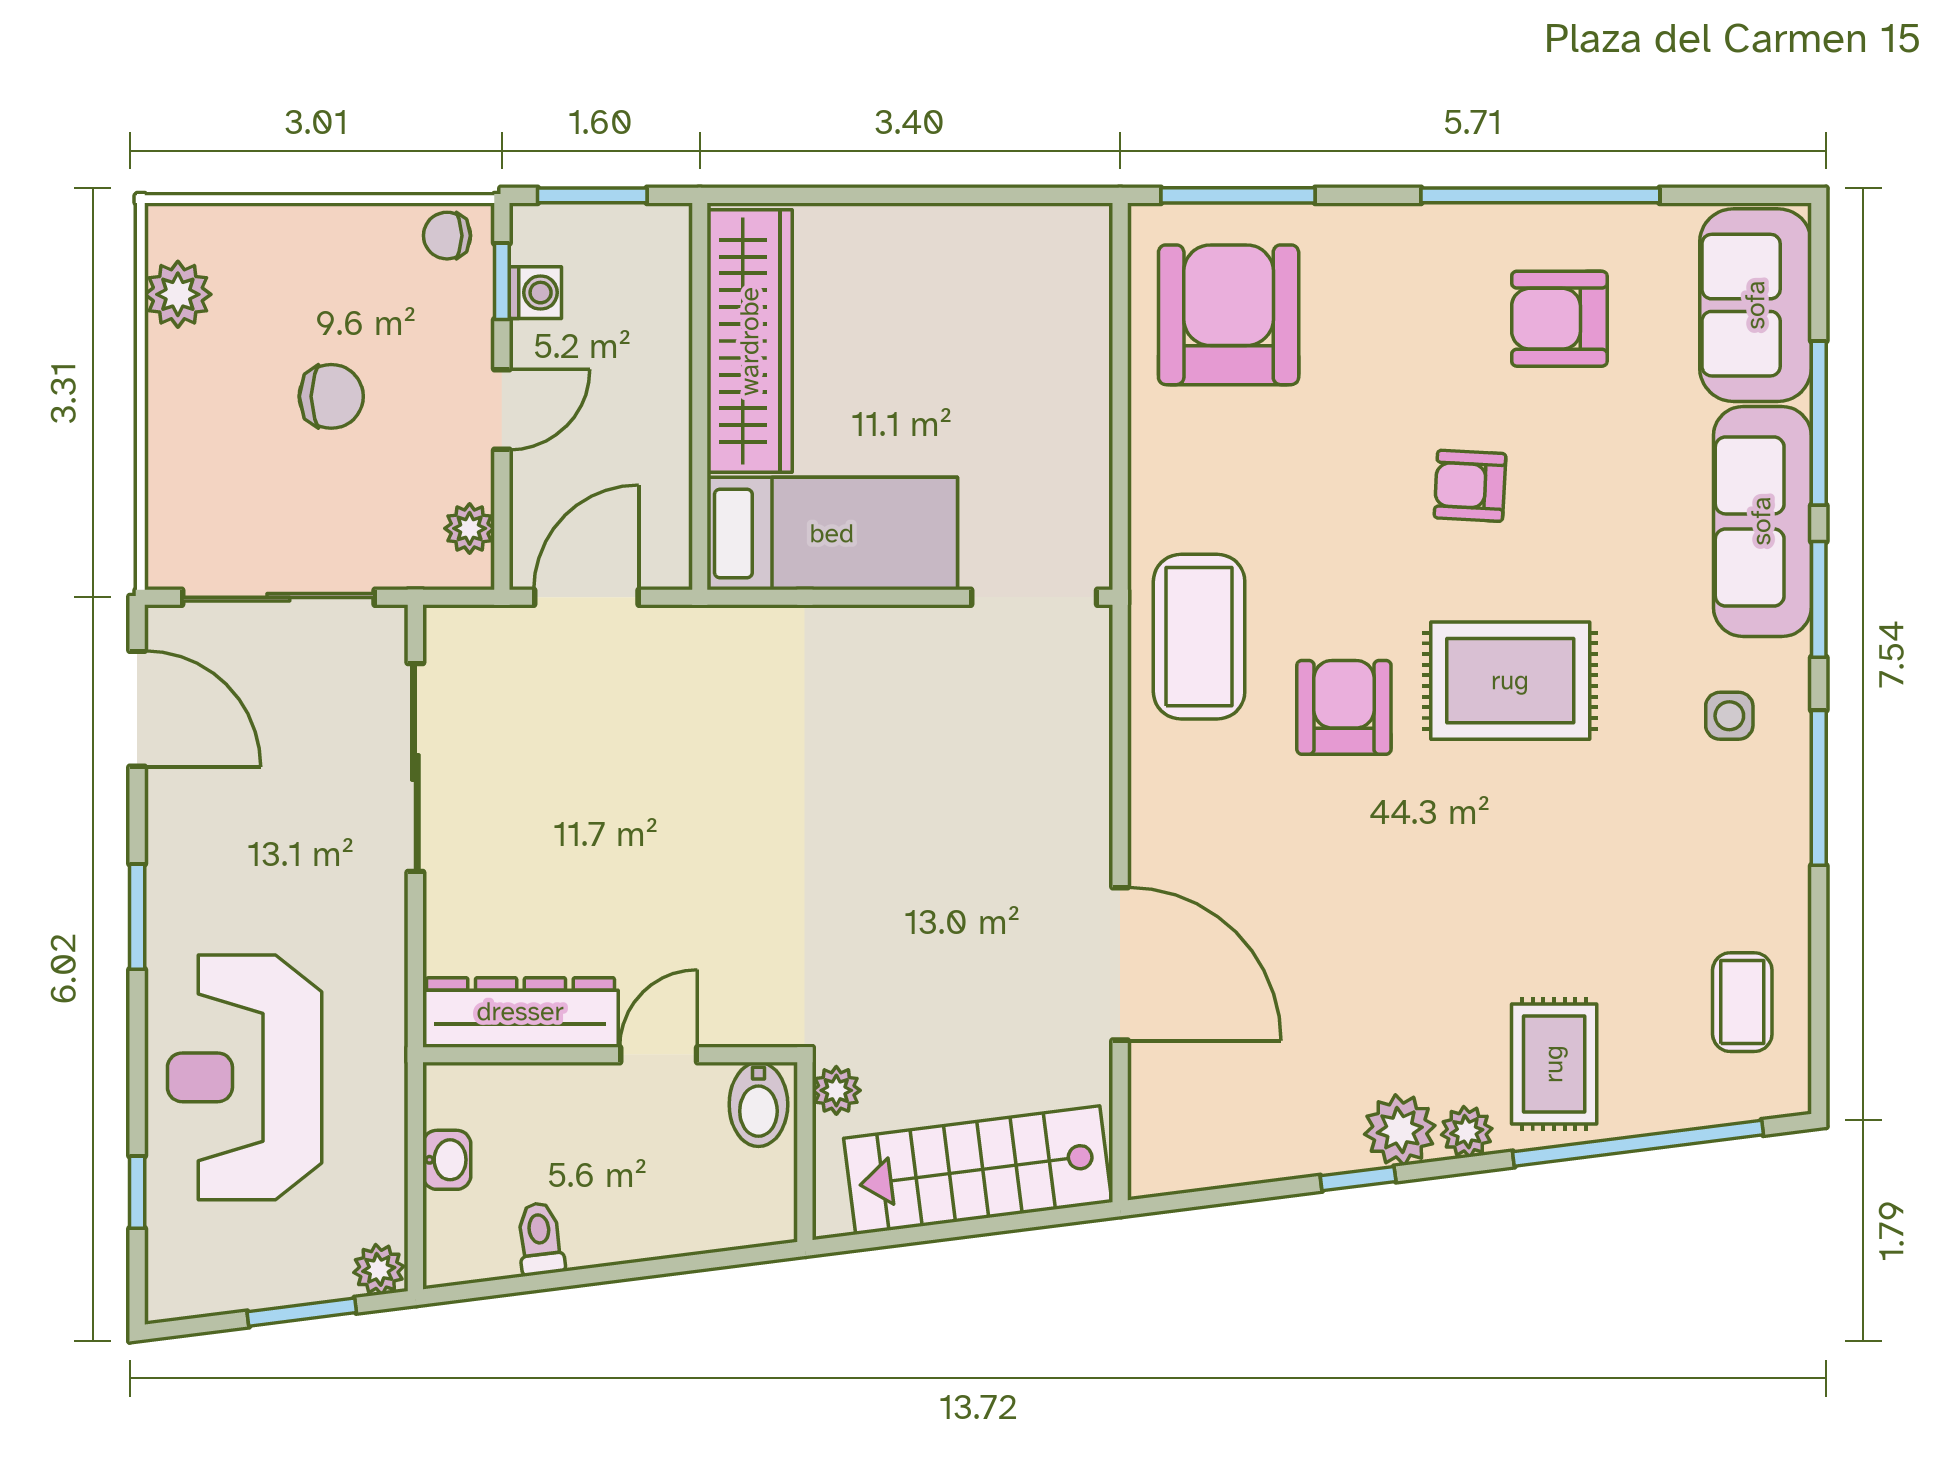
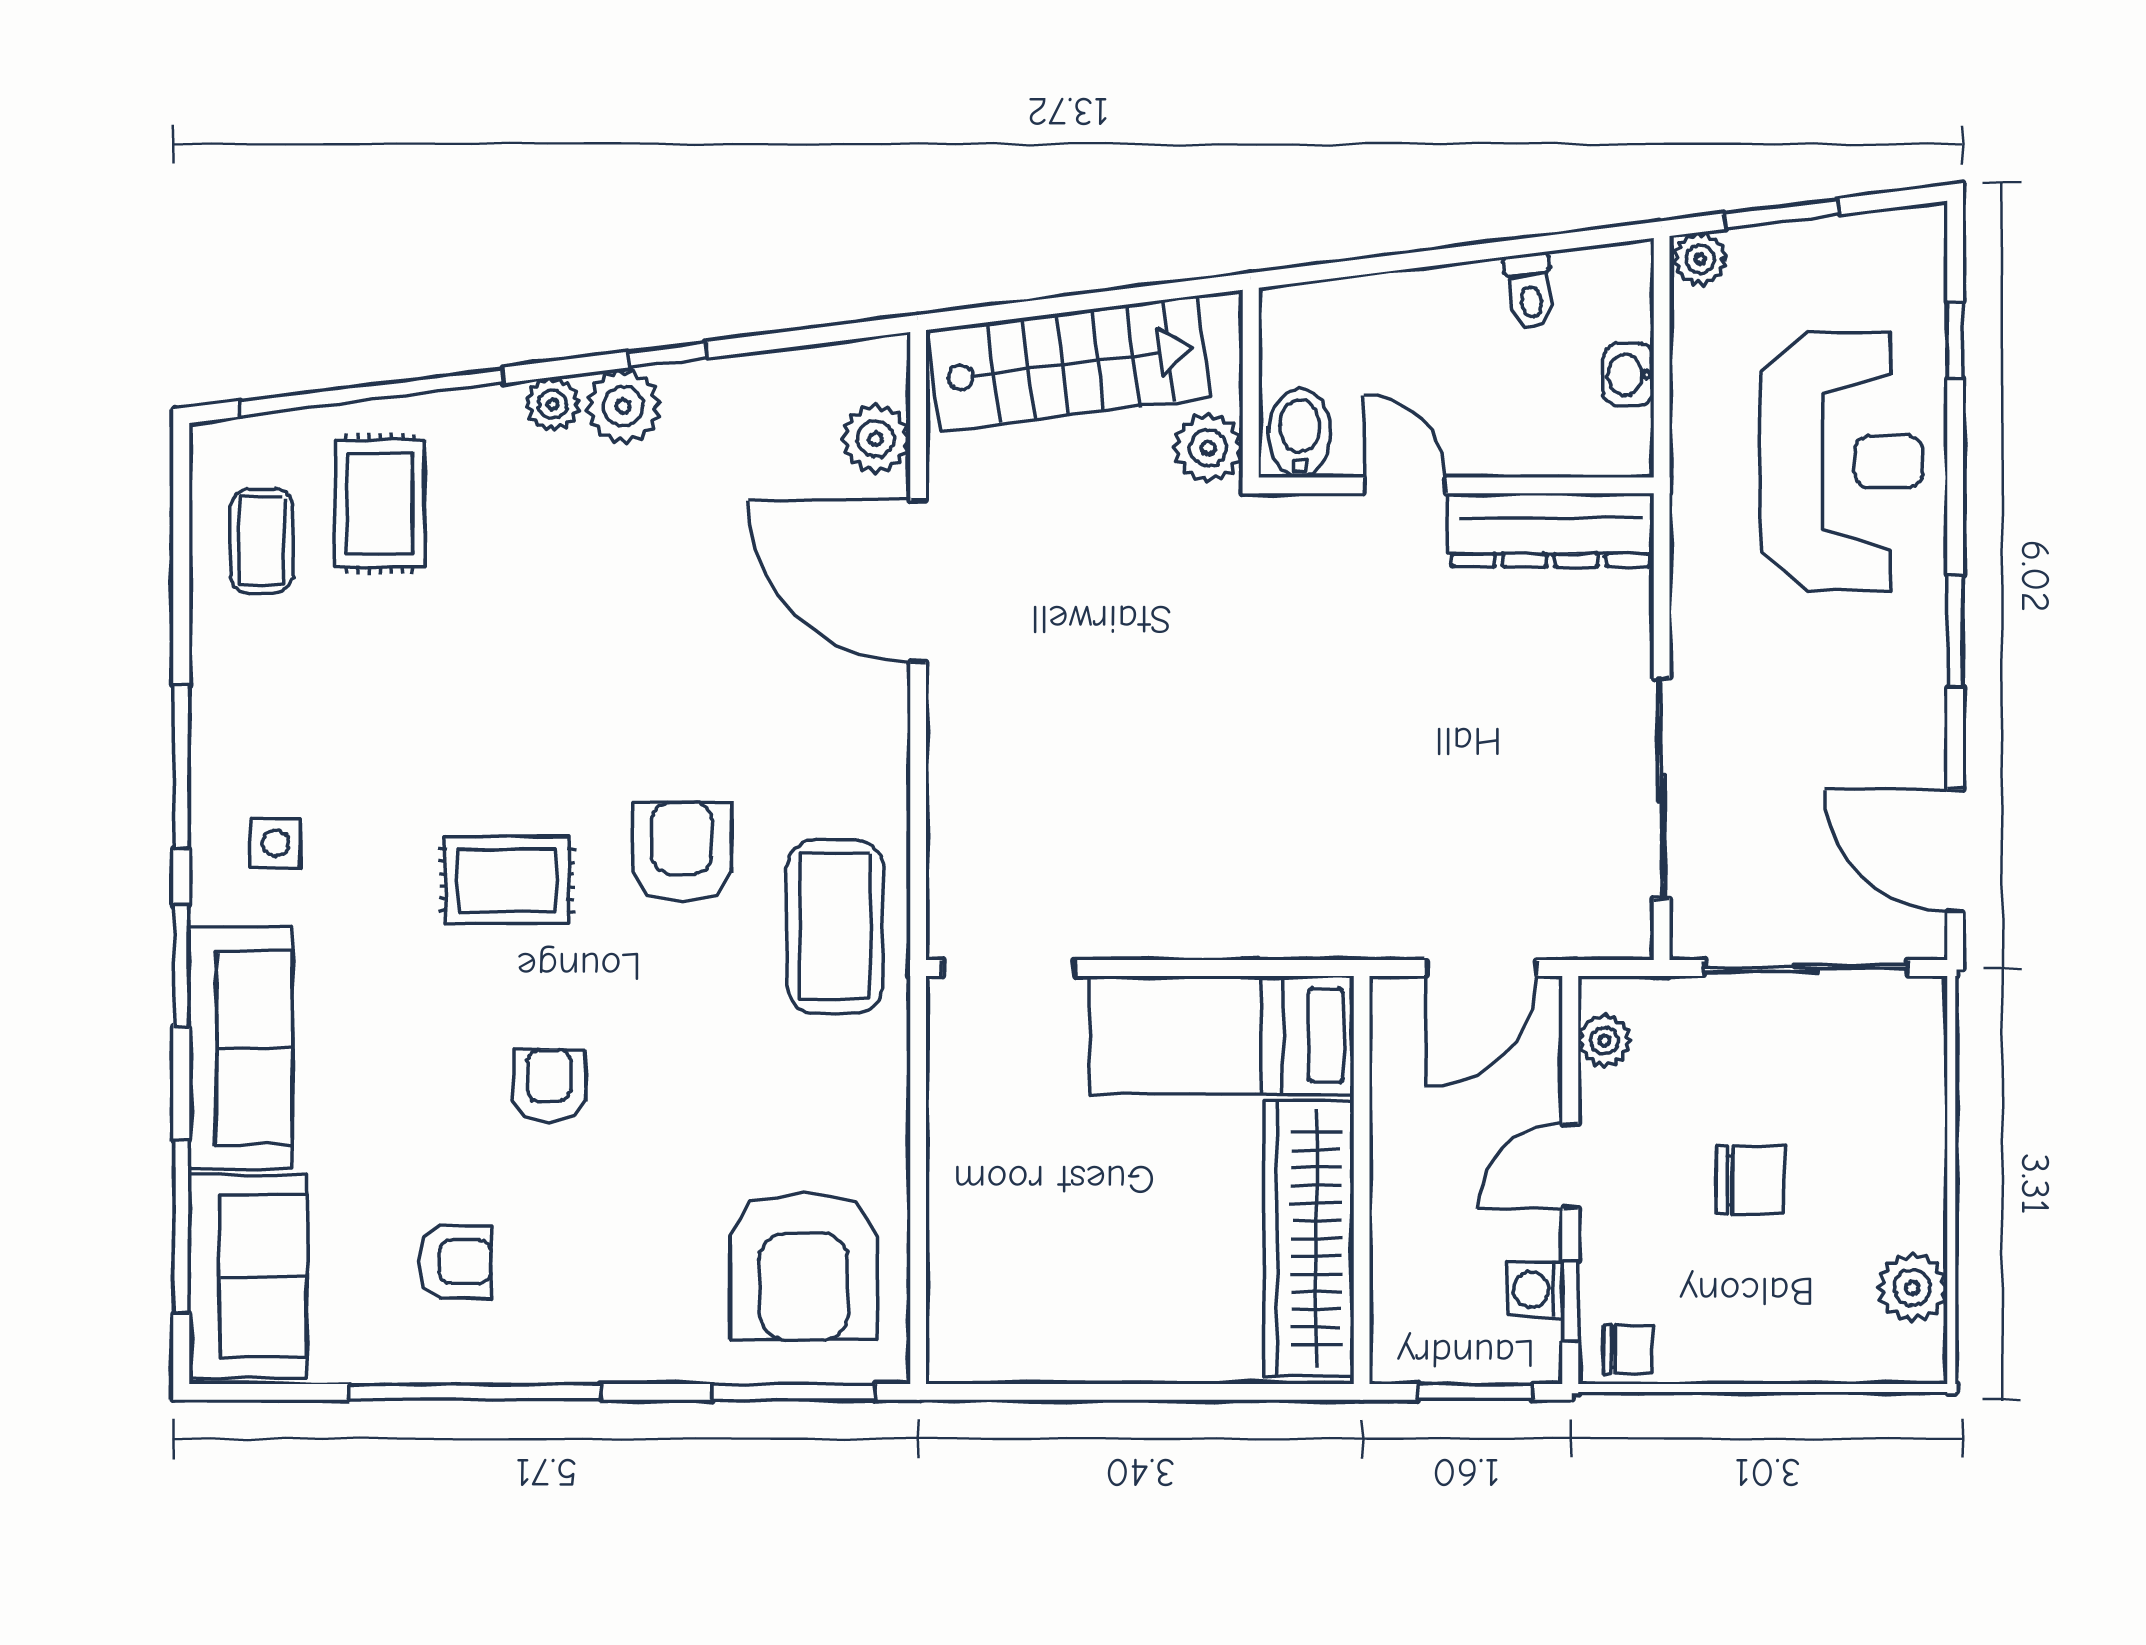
armchair: (1559, 319) -> (455, 1262), width x0.72, depth x0.72
chair: (331, 396) -> (1750, 1180), turned 180
window: (1819, 423) -> (181, 1227), moved
armchair: (1470, 486) -> (549, 1086), turned -93
rug: (1510, 681) -> (507, 880), width x0.73, depth x0.70
armchair: (1344, 707) -> (682, 852), turned 180
door: (659, 1055) -> (1405, 485), swing flipped
rug: (1554, 1064) -> (380, 504), moved
plant: (836, 1090) -> (1208, 448), width x1.38, depth x1.38
plant: (1160, 1099) -> (876, 439), added

